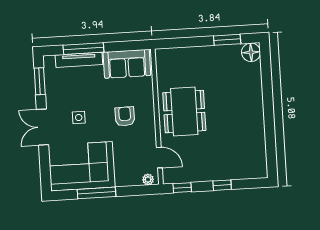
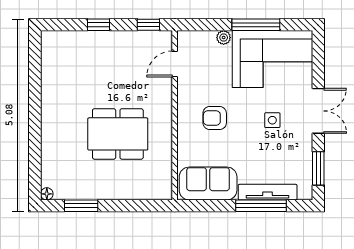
floor lamp: (251, 52) -> (47, 194), width x0.53, depth x0.53
dining table: (184, 112) -> (118, 134), moved, turned 90
armchair: (125, 116) -> (215, 118), turned 91
door: (159, 158) -> (175, 64), hinge flipped
plant: (148, 179) -> (224, 38), moved

